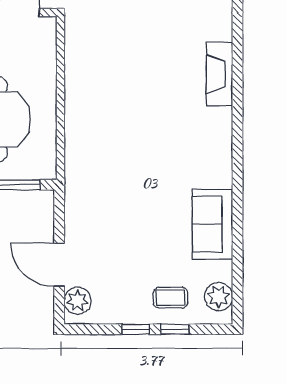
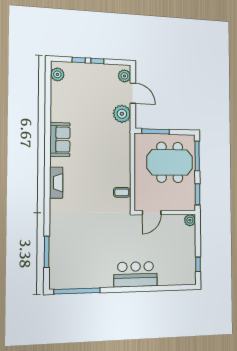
plant: (83, 220) -> (122, 114), added
sofa: (212, 224) -> (60, 139), moved
coffee table: (170, 298) -> (122, 192), moved

